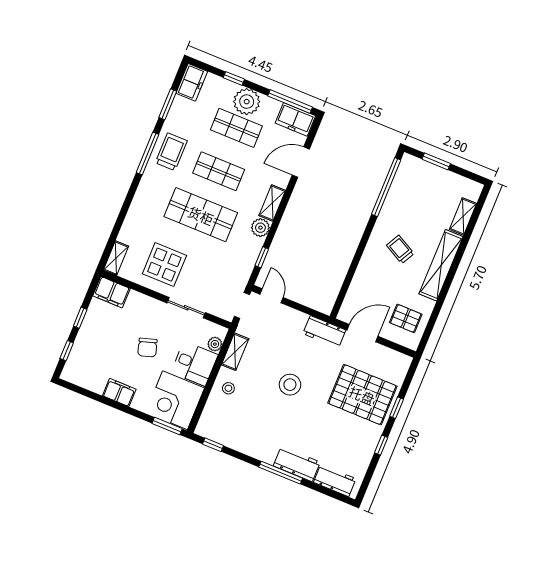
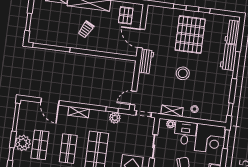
freezer: (295, 119) -> (26, 112), removed
plant: (260, 228) -> (115, 118), moved
pallet: (362, 395) -> (190, 35), moved

